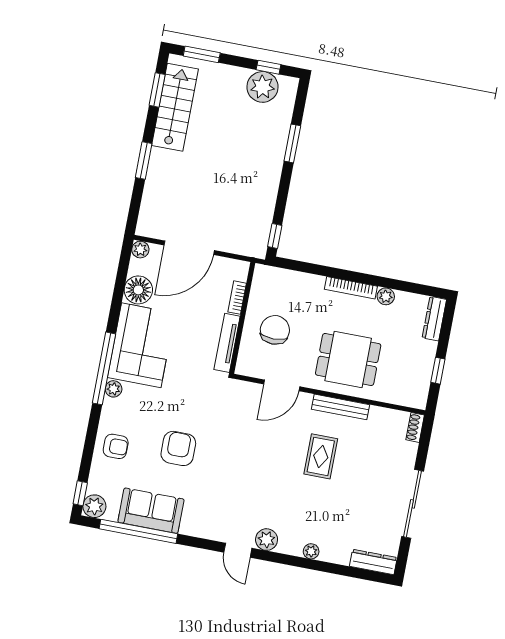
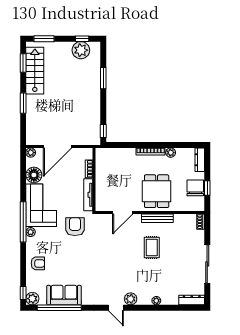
chair: (275, 330) -> (195, 188), moved
dining table: (348, 359) -> (157, 191), turned 90
armchair: (178, 448) -> (75, 227), moved

